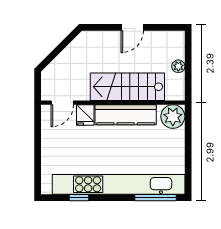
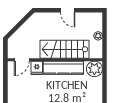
door: (132, 27) -> (68, 10), hinge flipped

